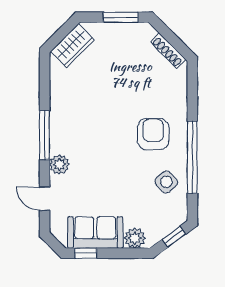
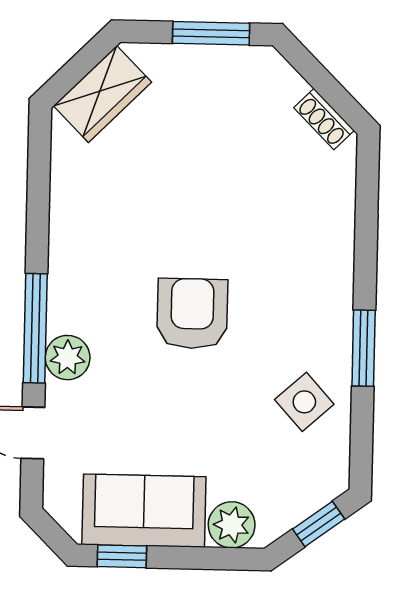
shoe rack: (168, 51) -> (324, 119), width x0.70
armchair: (153, 134) -> (192, 314), moved
window: (45, 135) -> (35, 328), moved
window: (192, 157) -> (364, 348), width x0.47

